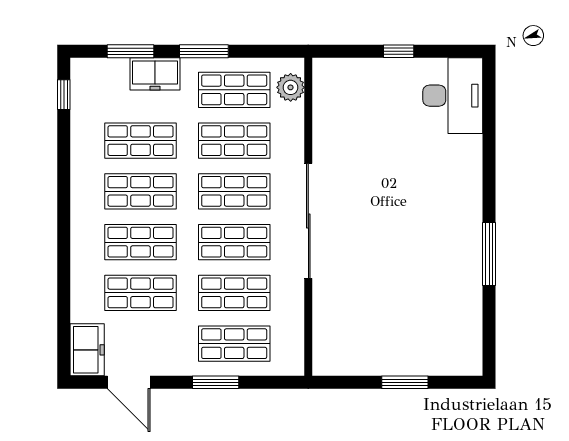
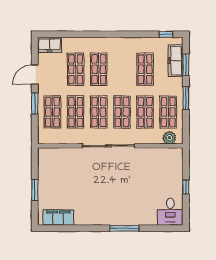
freezer: (155, 74) -> (176, 61), moved, width x1.40
desk: (453, 96) -> (170, 212), width x0.73
shop shelf: (140, 191) -> (122, 69), removed
window: (489, 254) -> (124, 228), moved
filing cabinet: (465, 331) -> (58, 217), added
door: (129, 382) -> (35, 75), moved

